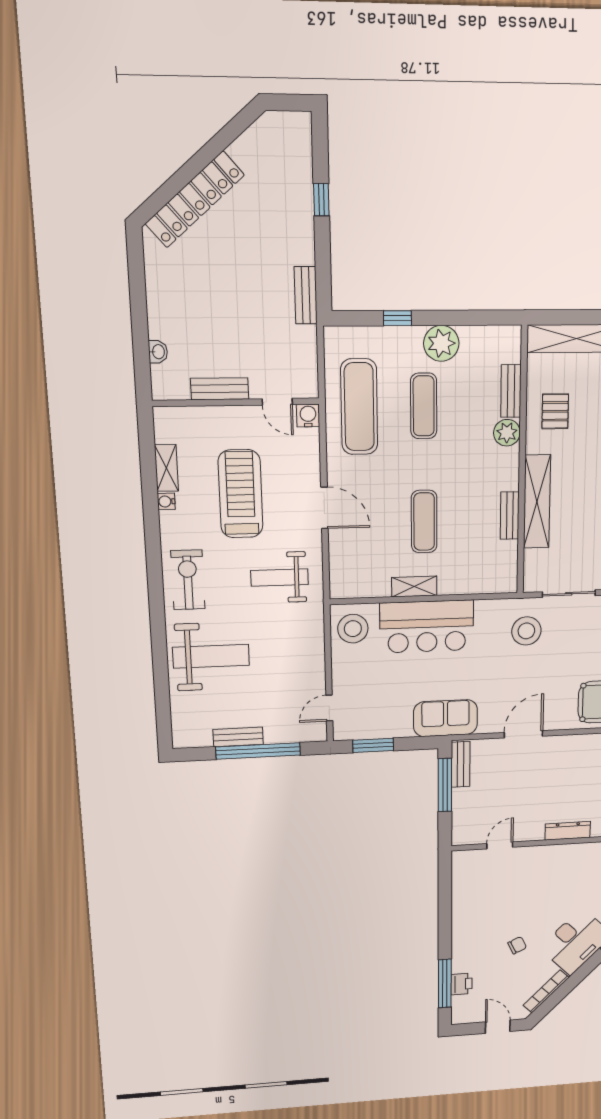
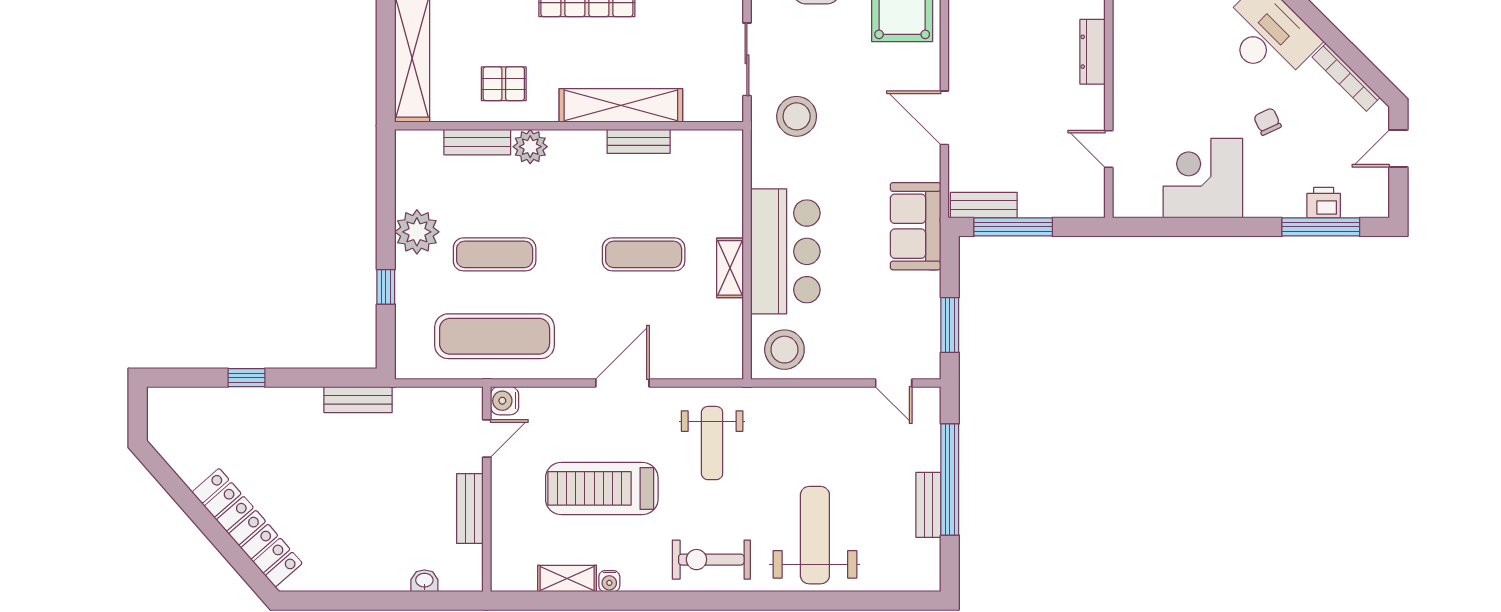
corner desk: (479, 907) -> (1203, 178), added

